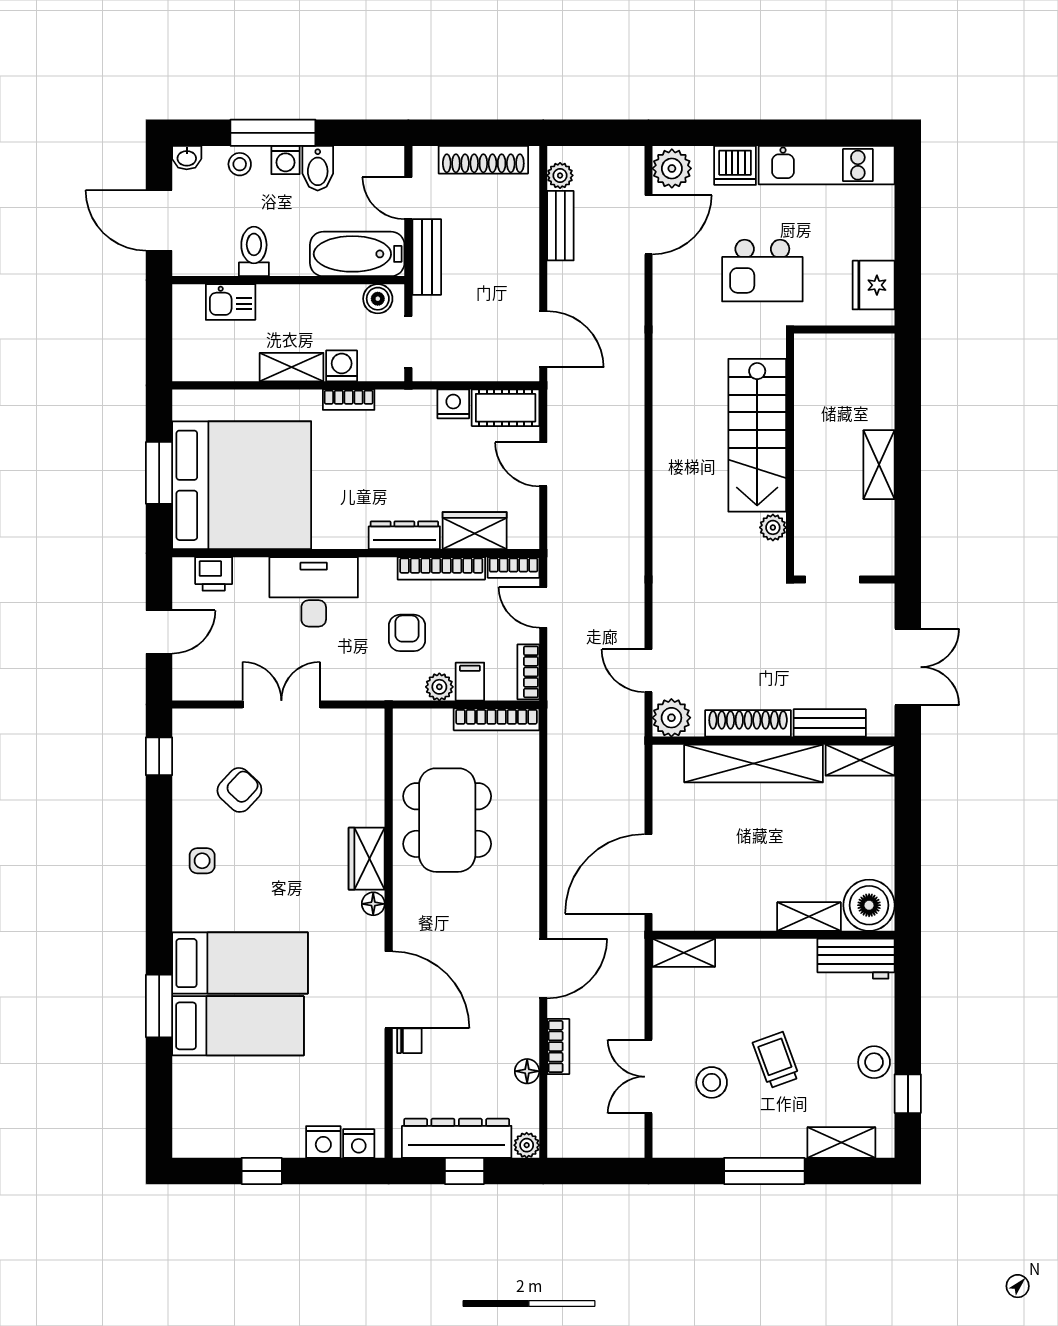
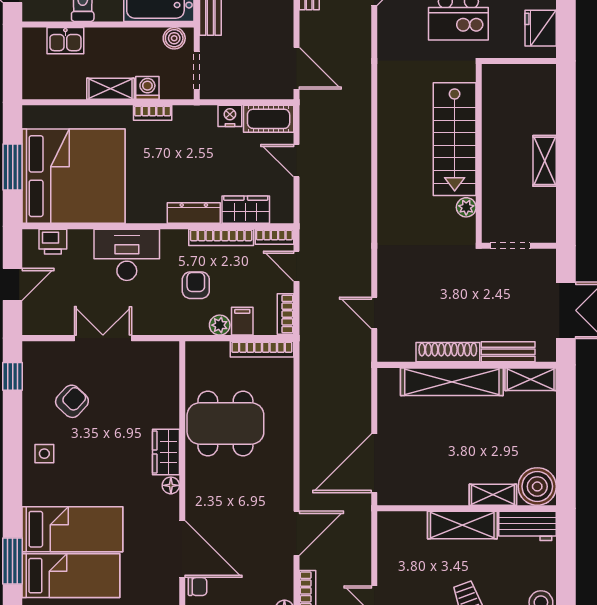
plant: (671, 718) -> (391, 348), removed
dining table: (447, 820) -> (225, 424), turned 90
shelving: (684, 953) -> (462, 525), moved, width x1.50, depth x1.33

